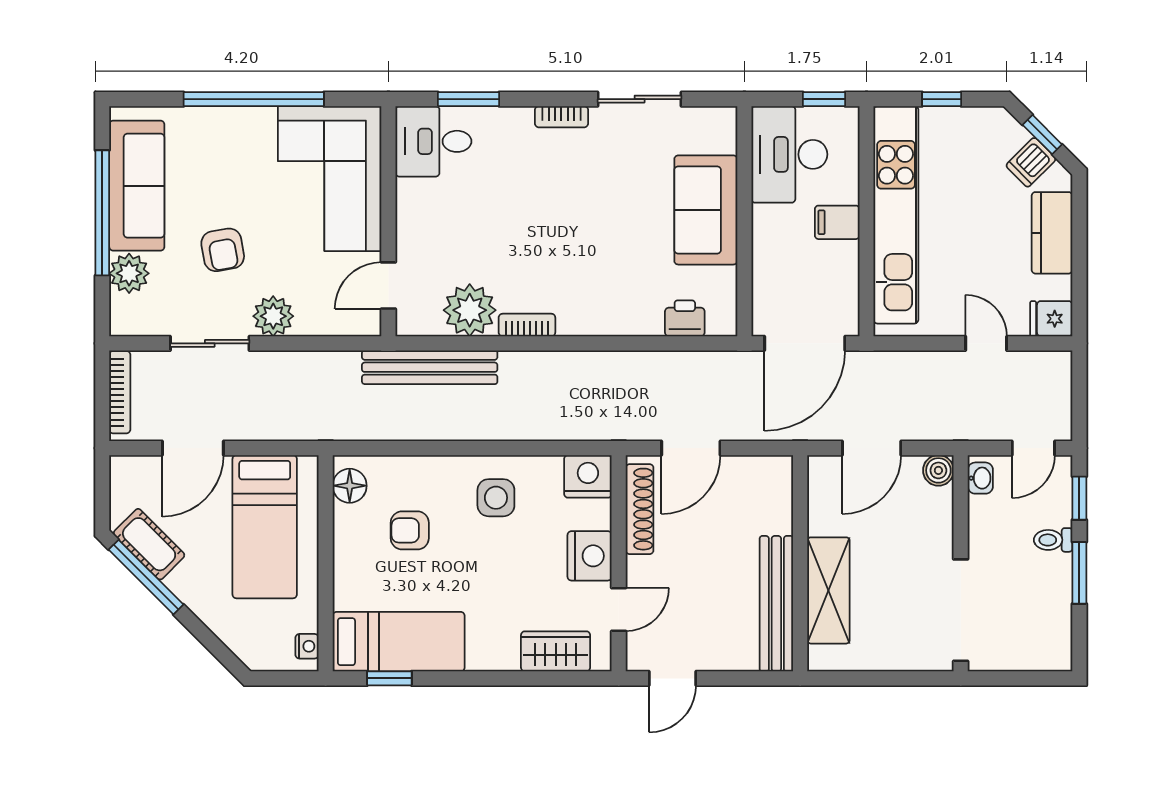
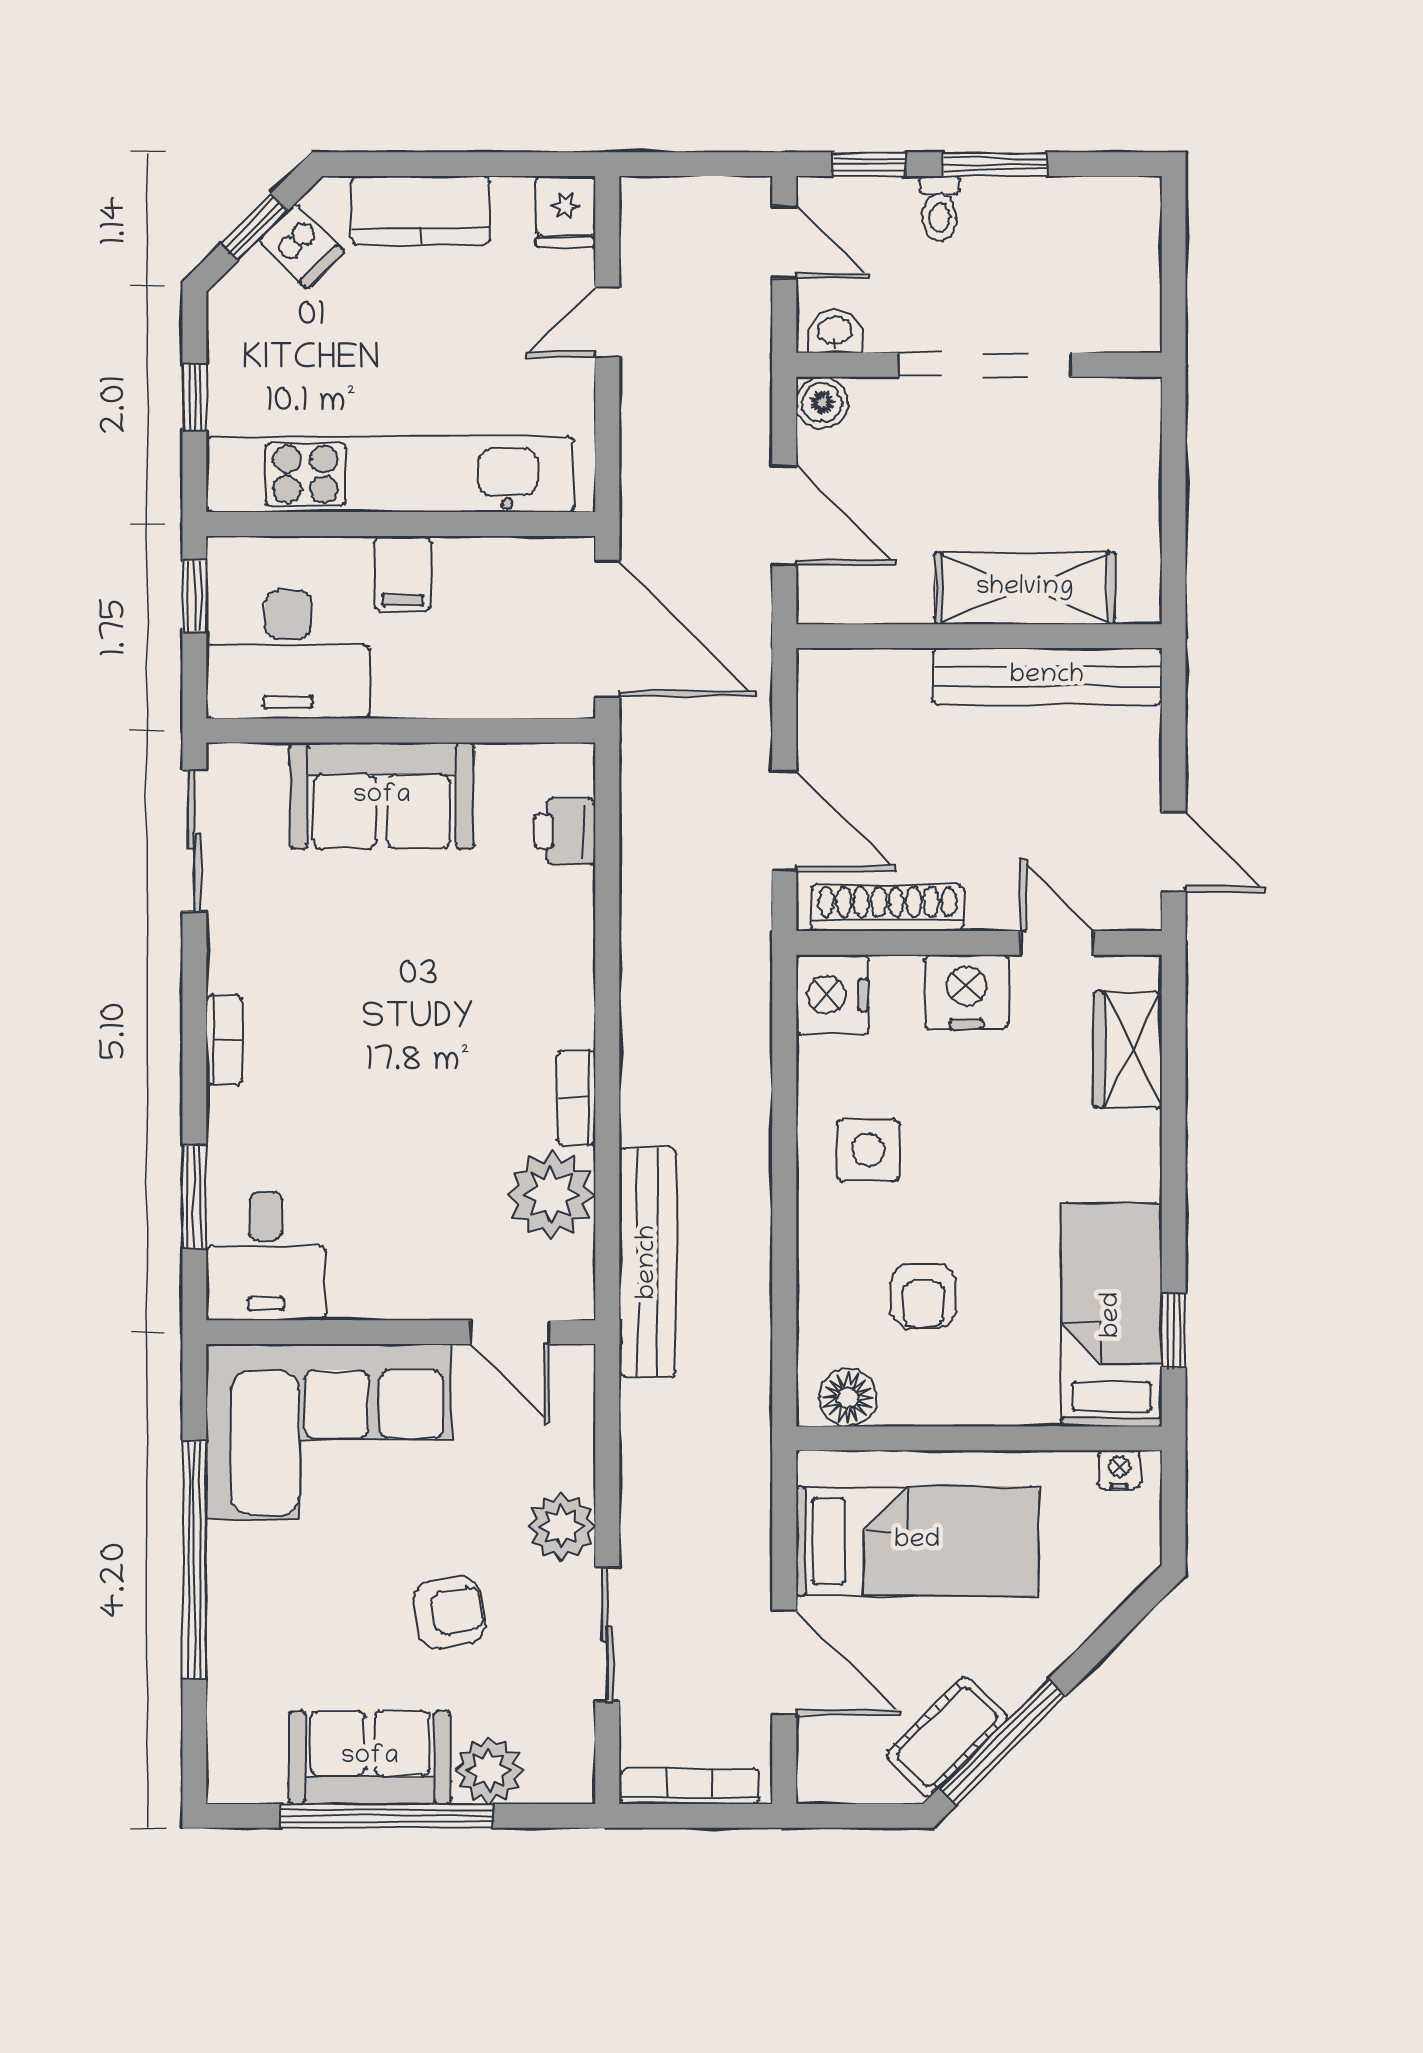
sliding door: (640, 99) -> (194, 841), moved
sofa: (137, 186) -> (370, 1757), width x0.73
doorway: (961, 610) -> (984, 365), moved

